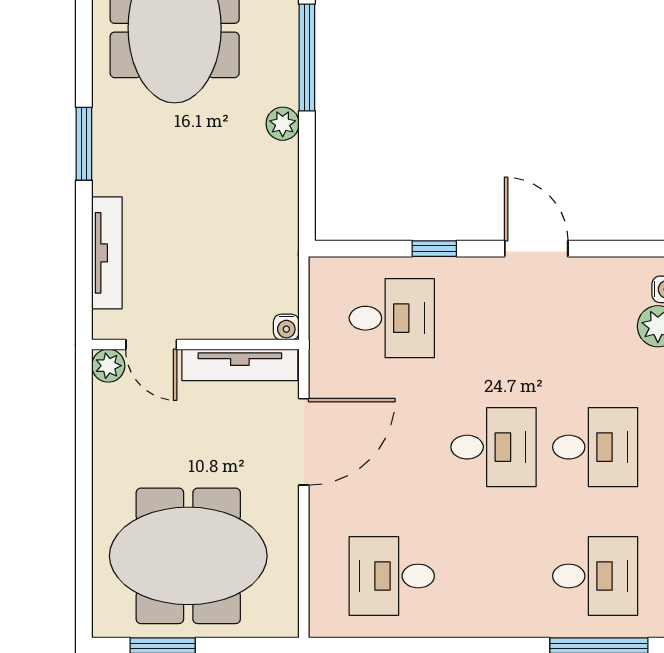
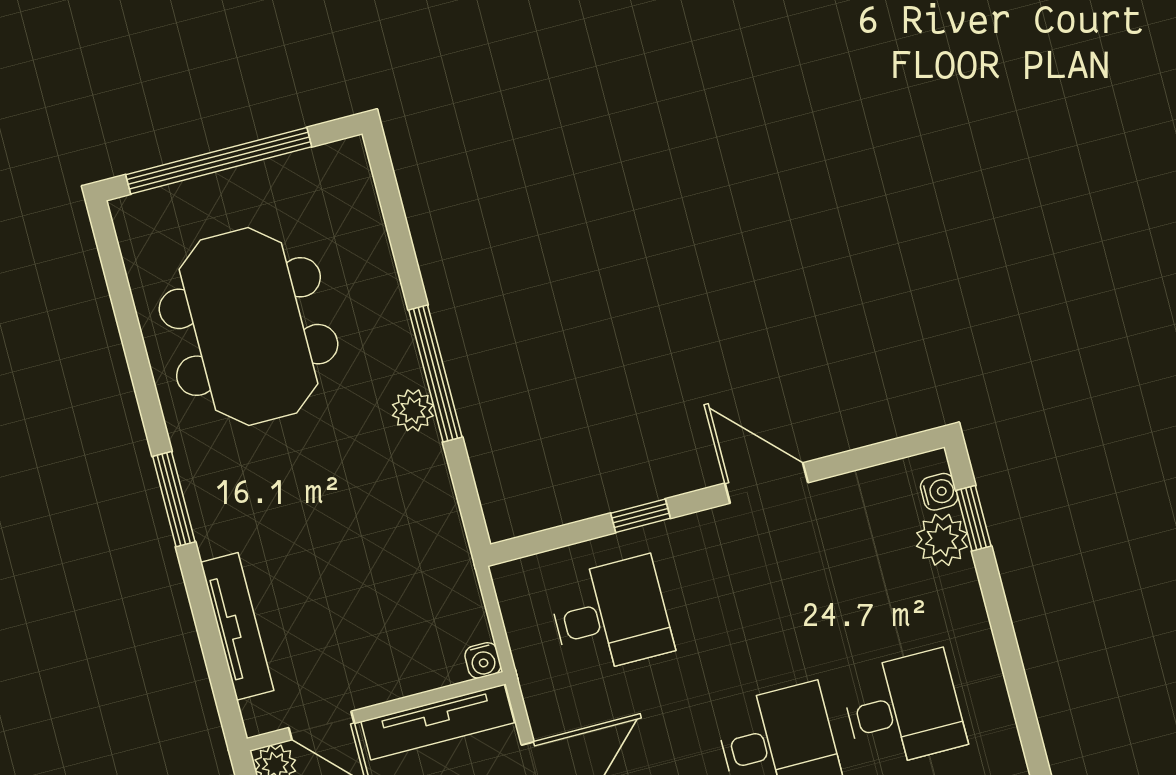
window: (307, 58) -> (435, 373), moved

